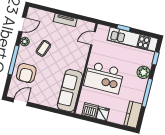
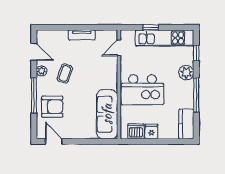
door: (22, 24) -> (34, 52), hinge flipped
armchair: (26, 73) -> (52, 107), turned -90
door: (20, 102) -> (54, 141), hinge flipped

